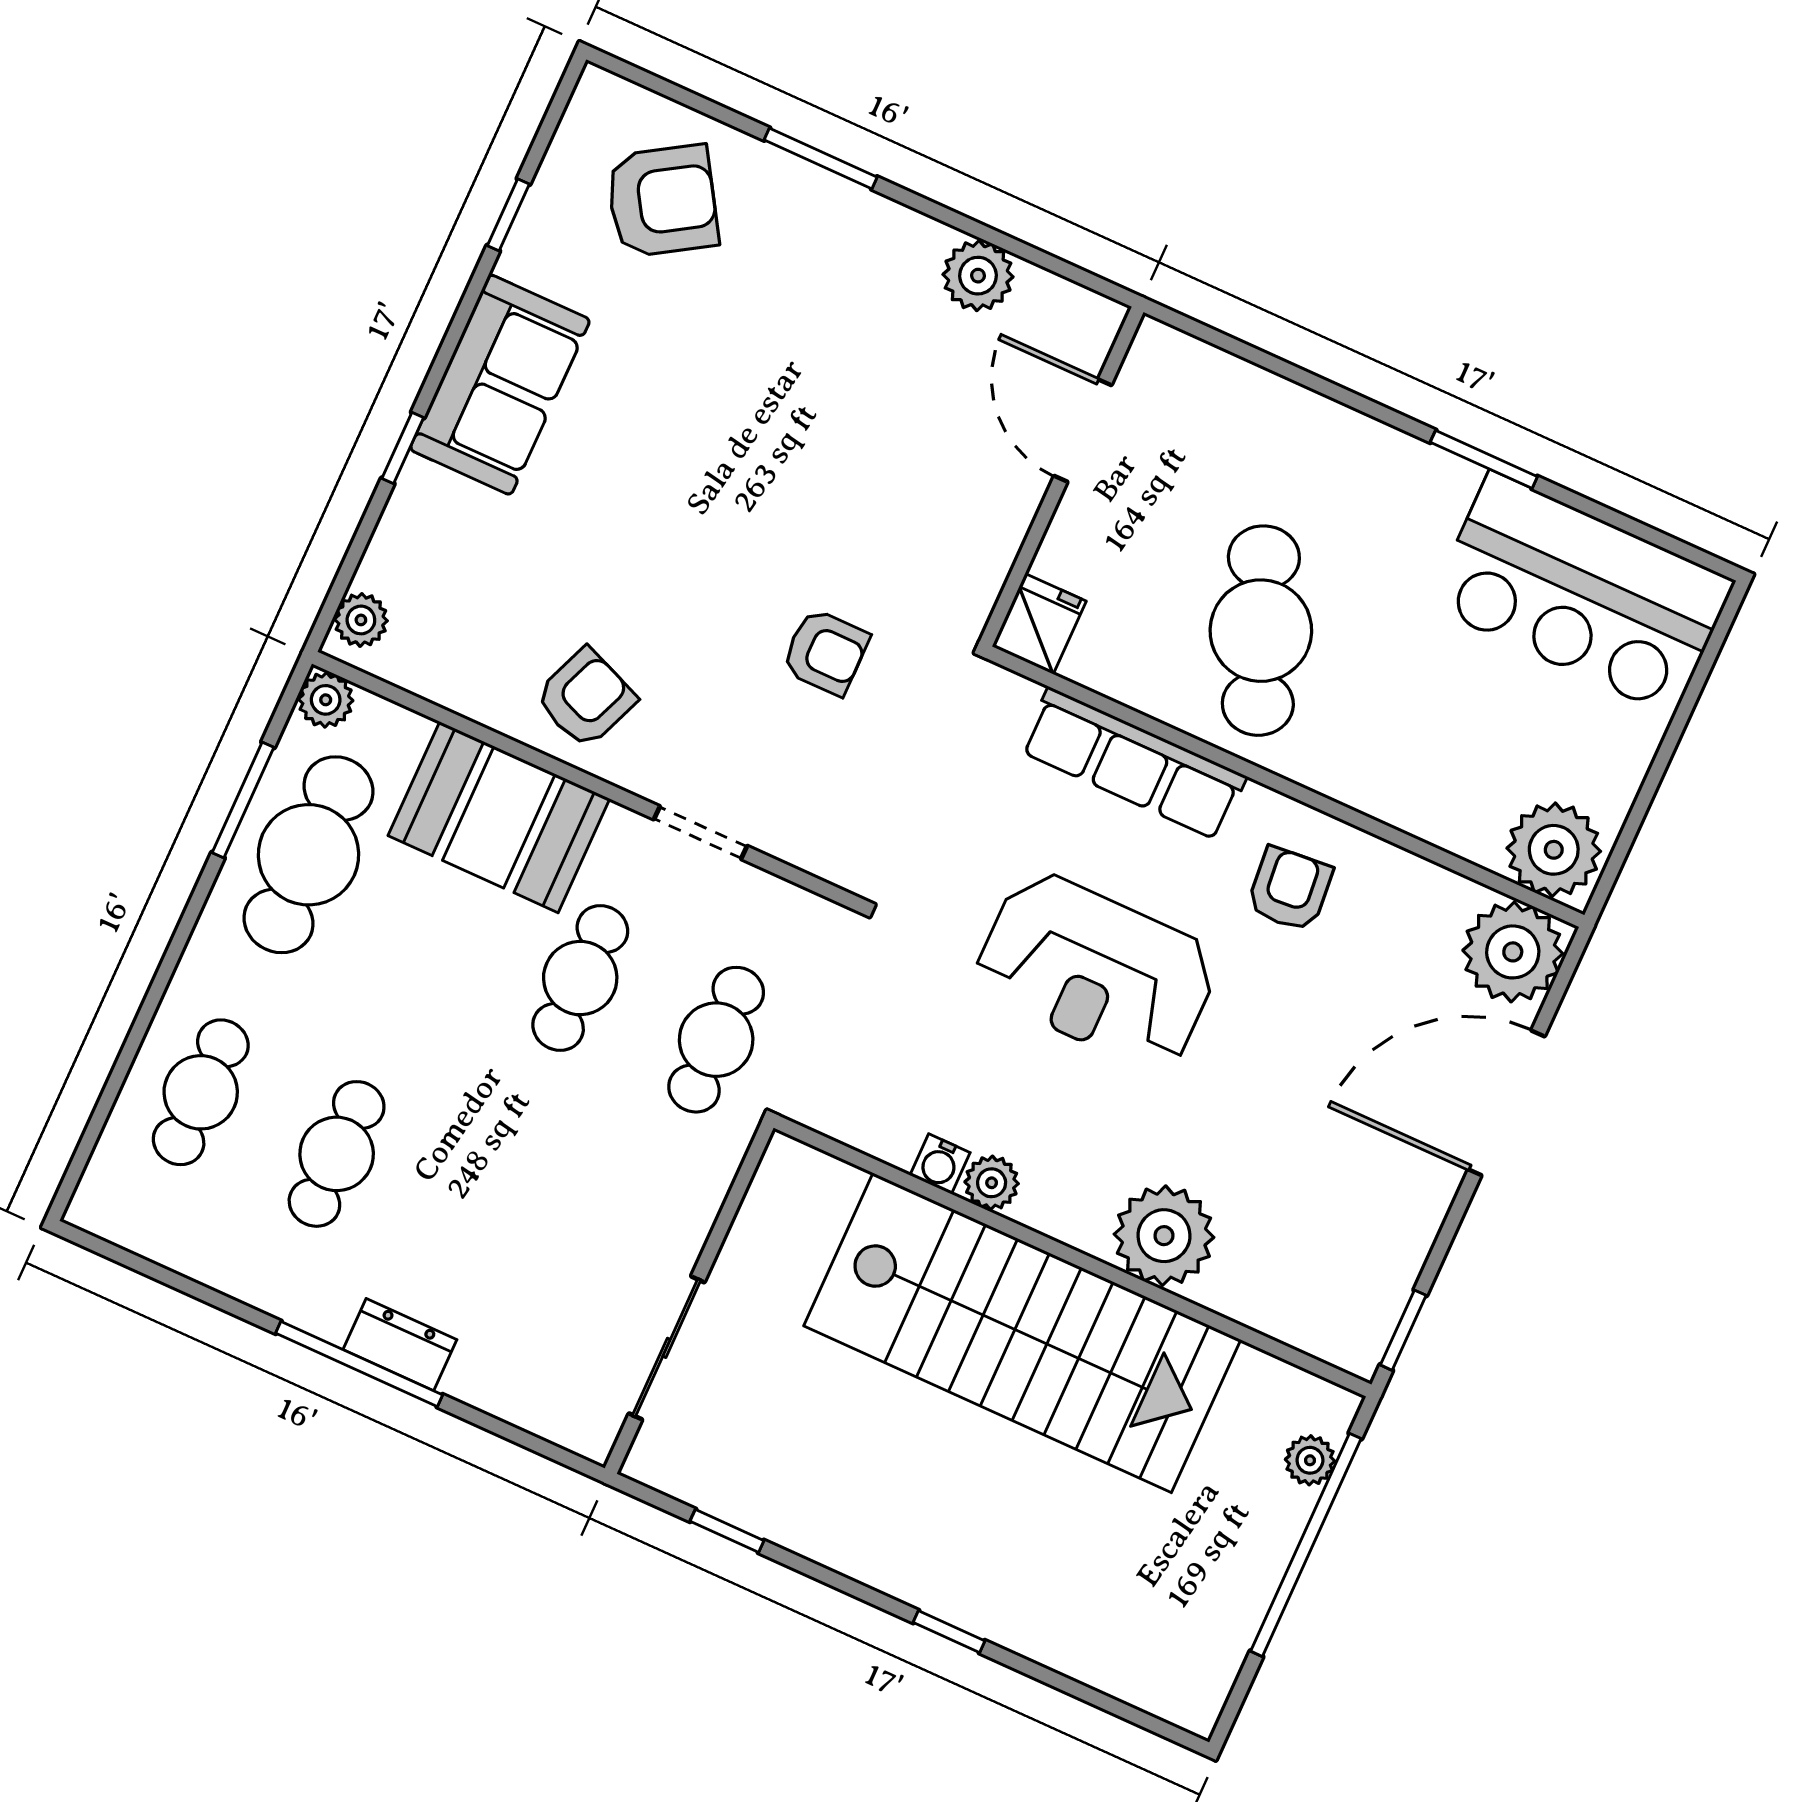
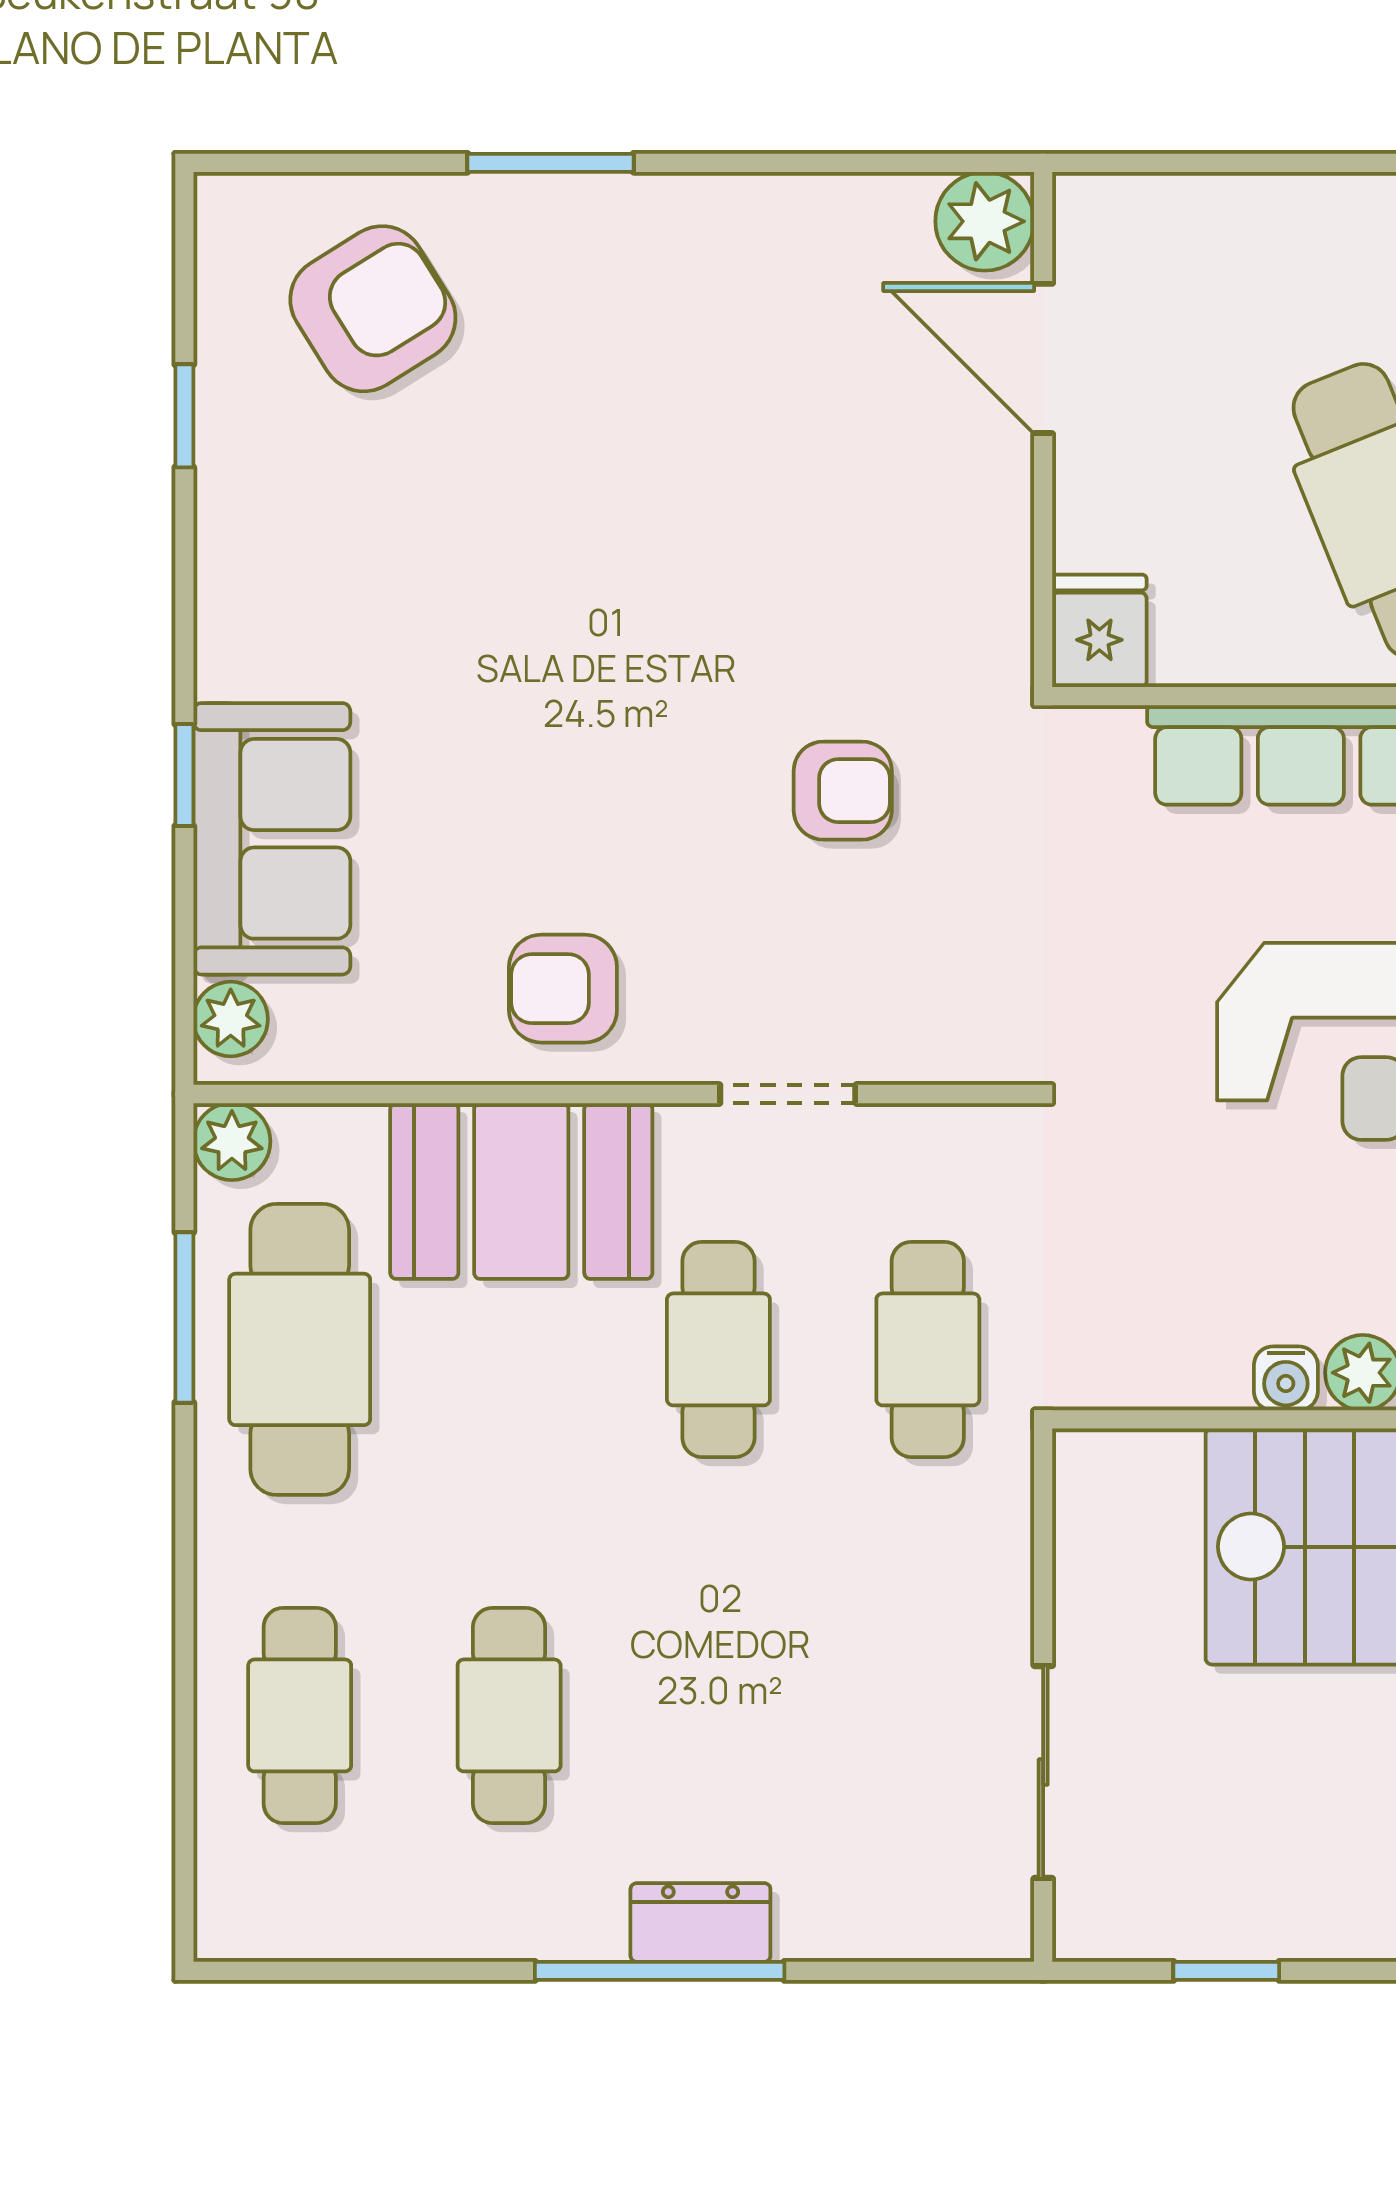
plant: (978, 276) -> (985, 221), moved
sofa: (500, 385) -> (272, 839), moved
armchair: (586, 698) -> (563, 989), turned -112

